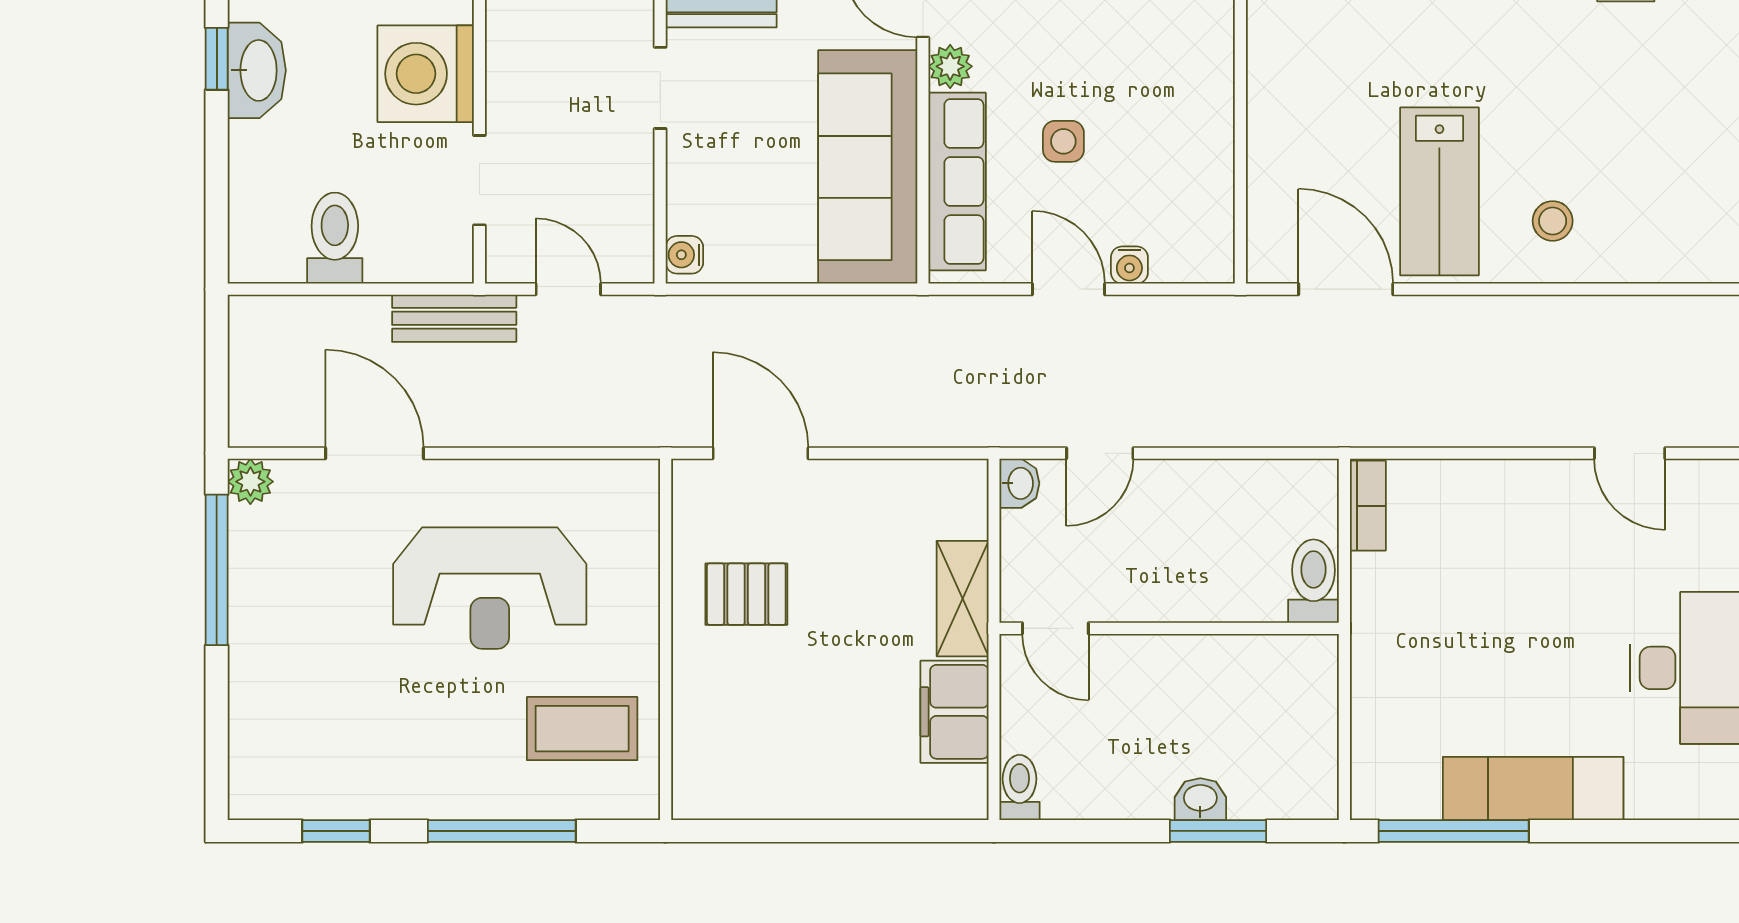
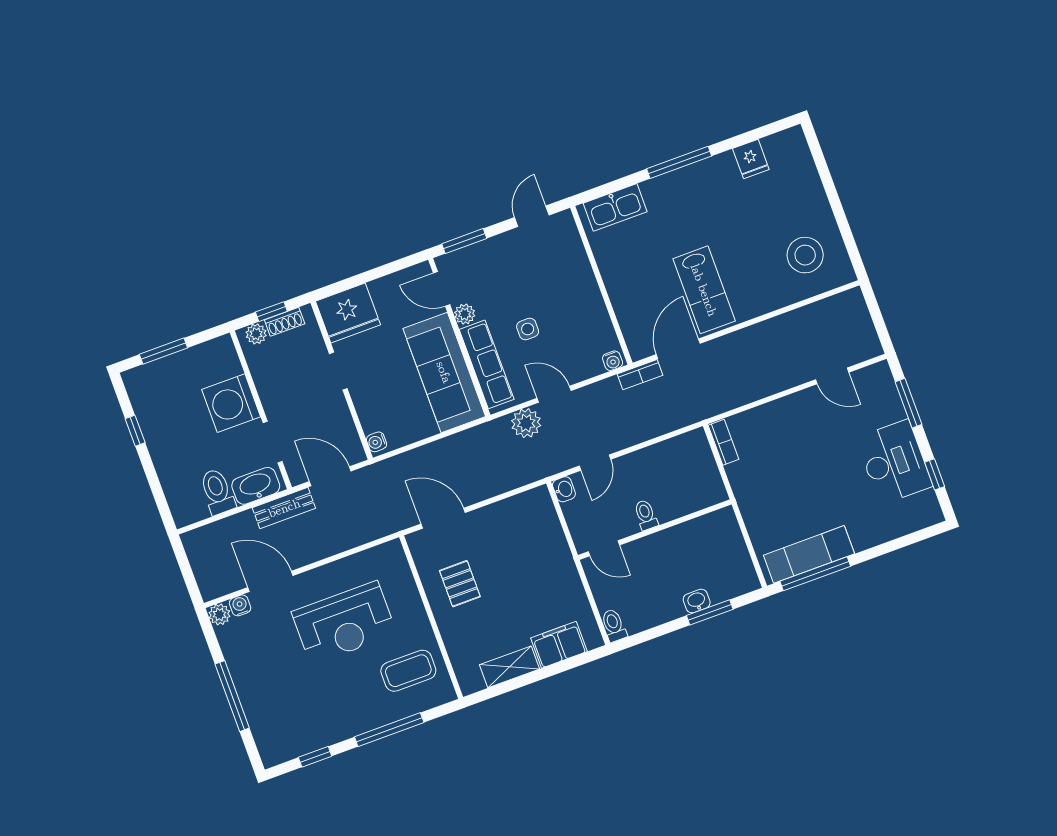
washbasin: (257, 70) -> (256, 486), moved, turned -90
stool: (1553, 221) -> (805, 255), moved, width x1.89, depth x1.89
water cooler: (1129, 265) -> (613, 361), moved
door: (568, 289) -> (330, 476), width x1.38
door: (1346, 289) -> (678, 349), hinge flipped
bookcase: (1252, 312) -> (640, 375), added
plant: (993, 326) -> (526, 423), added
water cooler: (297, 479) -> (240, 605), added
window: (217, 570) -> (232, 696), moved
toilet: (1314, 581) -> (646, 515), moved, width x0.73, depth x0.72
pallet: (746, 594) -> (460, 584), turned 90
shelving: (963, 599) -> (510, 667), moved, turned 90
filing cabinet: (955, 712) -> (559, 645), moved, turned 90
exam couch: (1533, 788) -> (809, 554), moved

